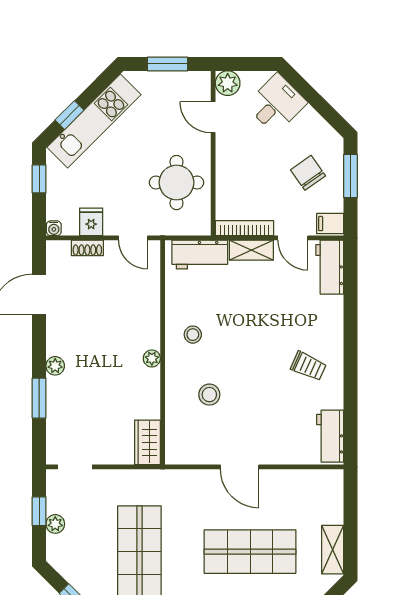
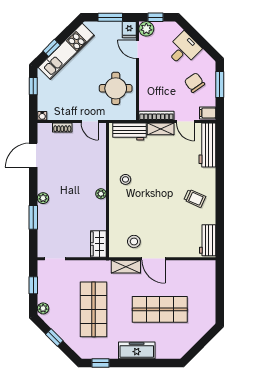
window: (243, 64) -> (155, 17), added
desk: (276, 104) -> (183, 49), moved
fridge: (91, 222) -> (129, 30), moved, turned 180
workbench: (330, 267) -> (207, 145), width x1.38
stool: (209, 395) -> (134, 241), moved
plant: (55, 524) -> (43, 308), moved
shelving: (333, 550) -> (126, 267), moved, turned 90

